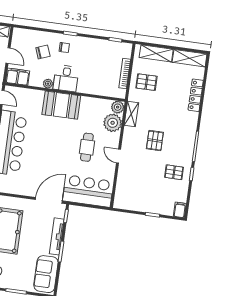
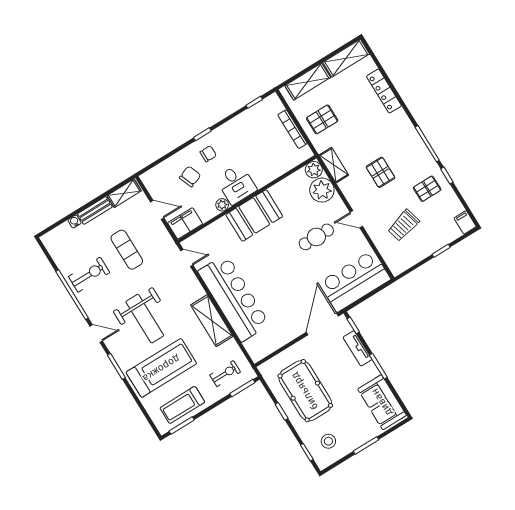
cafe table: (87, 147) -> (316, 237), turned 90
trolley: (143, 182) -> (403, 225), added
tv unit: (57, 236) -> (357, 348), width x0.71

